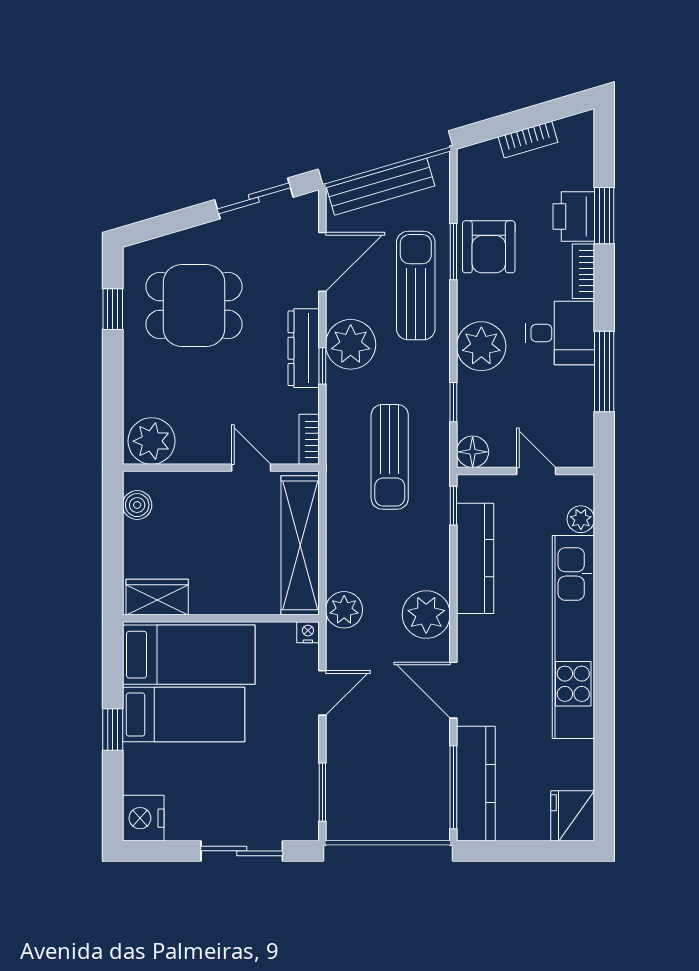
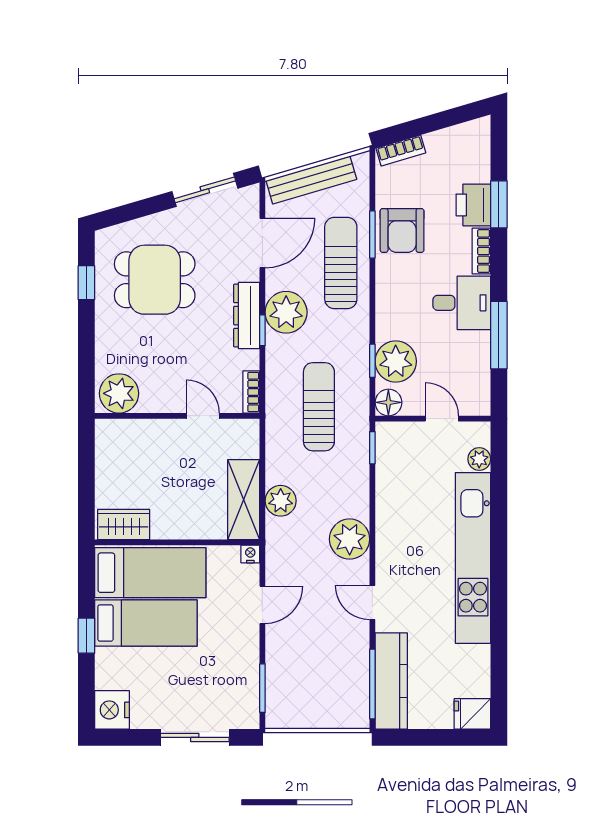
bookcase: (528, 140) -> (401, 151), moved
plant: (481, 346) -> (396, 361), moved
sun lounger: (390, 457) -> (319, 407), turned 180
boiler: (137, 505) -> (107, 447), removed
shelving: (300, 545) -> (244, 500), width x0.68
kitchen counter: (475, 558) -> (391, 492), removed
plant: (344, 610) -> (281, 501), moved
door: (453, 690) -> (372, 602), width x0.73
fridge: (573, 816) -> (472, 714), width x0.72

